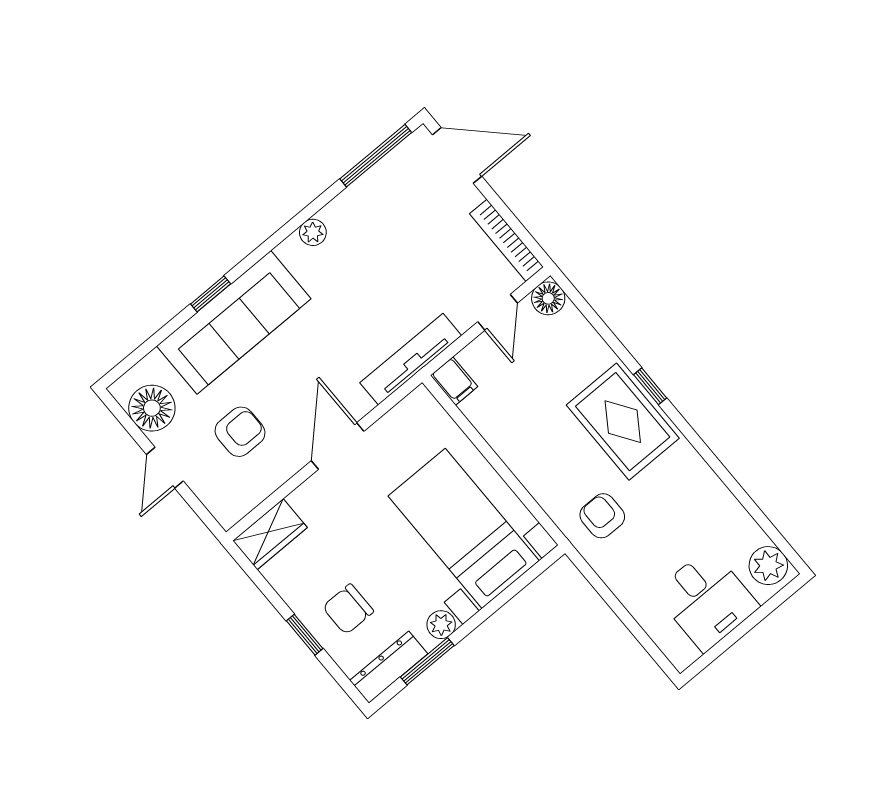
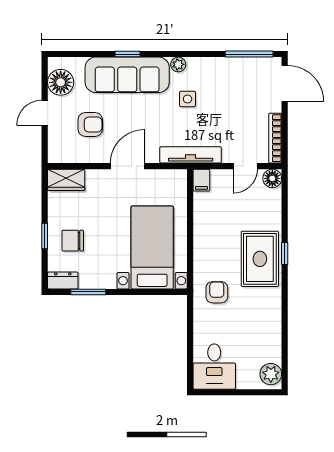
plant: (313, 232) -> (178, 64), moved
side table: (343, 287) -> (188, 99), added
desk: (707, 600) -> (214, 367), moved
plant: (441, 625) -> (108, 281), removed
dresser: (389, 667) -> (63, 280), width x0.70

